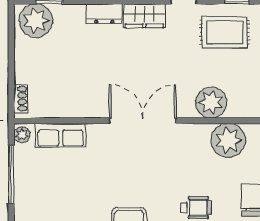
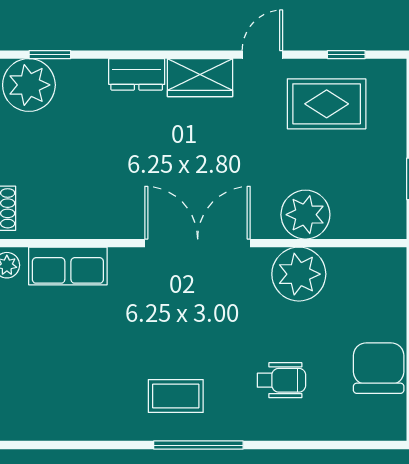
plant: (228, 140) -> (299, 274), moved

